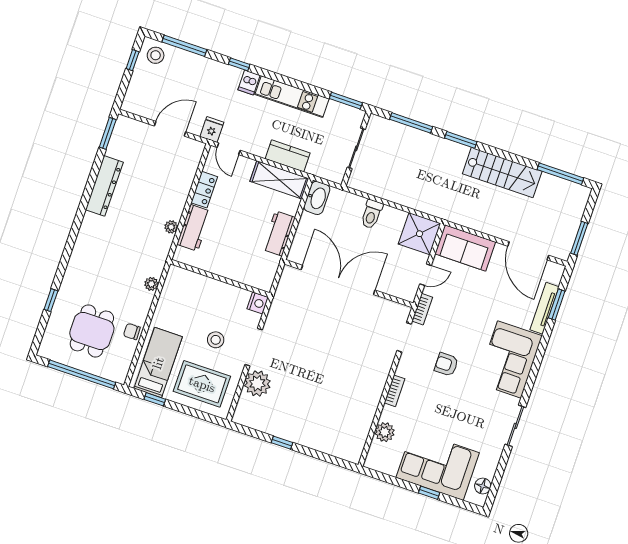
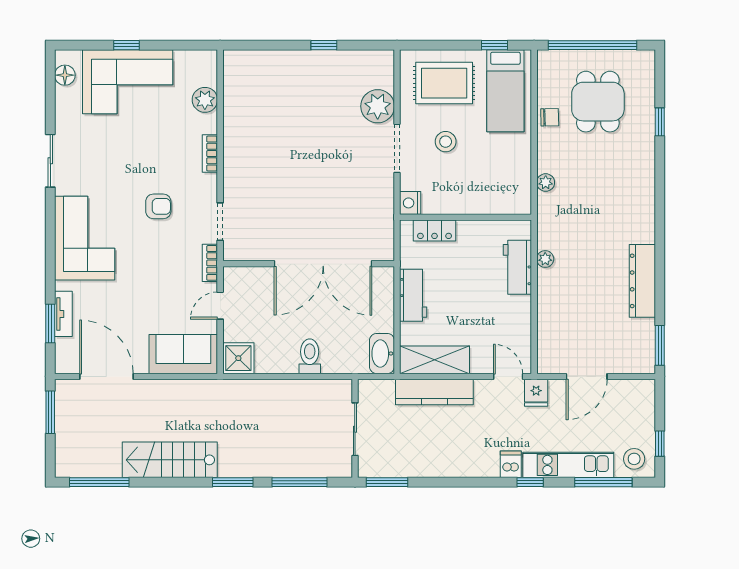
kitchen unit: (292, 97) -> (568, 465), moved
kitchen counter: (288, 156) -> (434, 392), width x1.50
locker: (204, 190) -> (435, 231), moved, turned -90
shower: (420, 234) -> (238, 358), width x0.73, depth x0.73
tv unit: (544, 308) -> (63, 314), width x0.71

